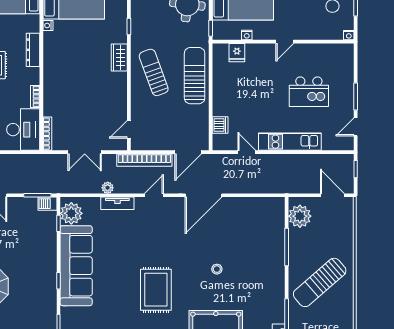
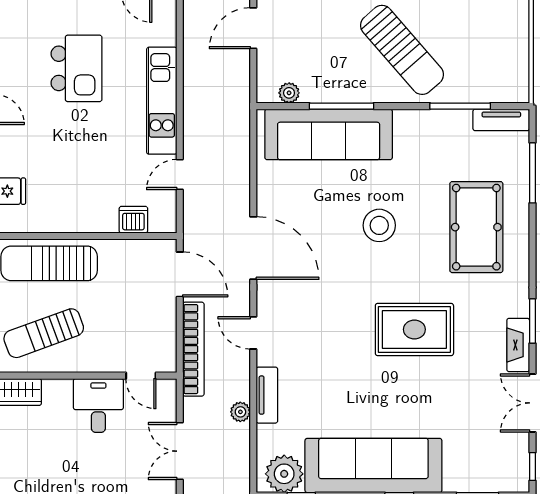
desk: (111, 104) -> (98, 405), added
double door: (85, 152) -> (180, 451), swing flipped
plant: (300, 216) -> (289, 93), width x0.53, depth x0.53
sofa: (270, 239) -> (329, 134), added
stool: (217, 269) -> (379, 225), width x1.89, depth x1.89

